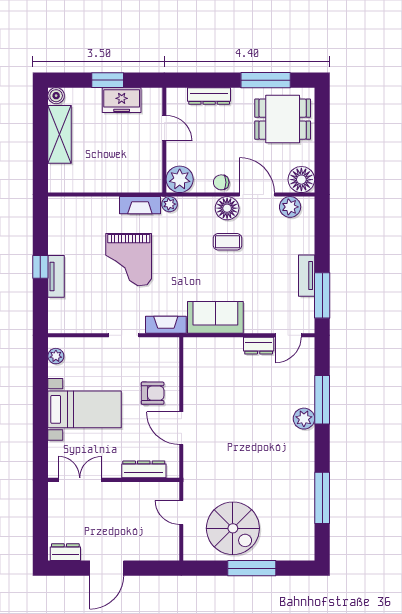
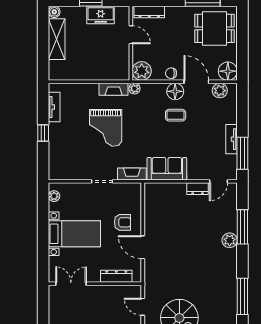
dresser: (209, 96) -> (149, 12), moved
tv unit: (56, 276) -> (54, 107), moved

